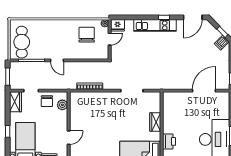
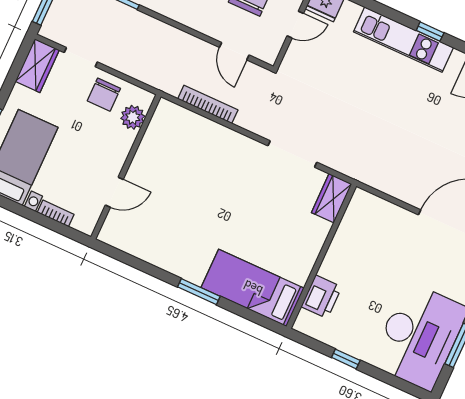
door: (57, 60) -> (234, 51), moved
wardrobe: (155, 122) -> (332, 198), moved

